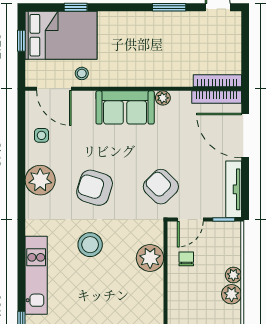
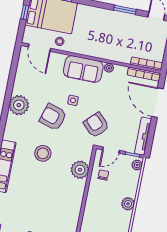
side table: (42, 135) -> (73, 100), moved
plant: (233, 275) -> (137, 165), moved

